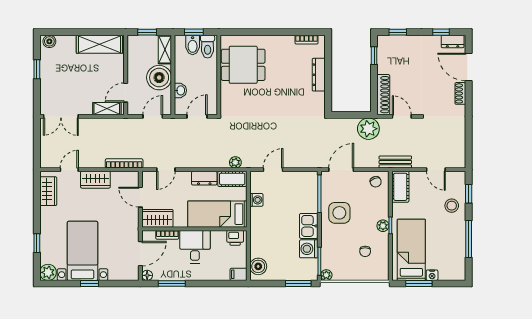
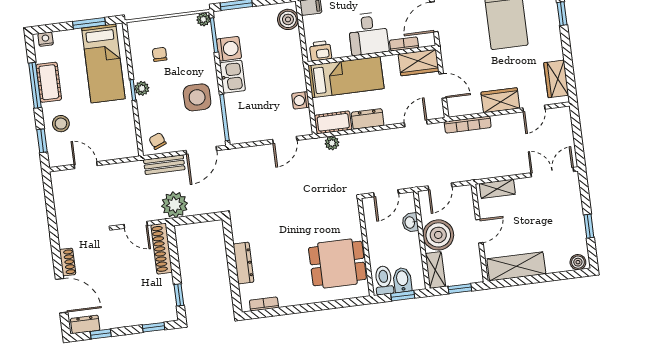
door: (126, 93) -> (479, 231), moved
bench: (395, 162) -> (164, 165), moved
cot: (400, 187) -> (49, 82), moved
nightstand: (432, 275) -> (46, 39), moved

